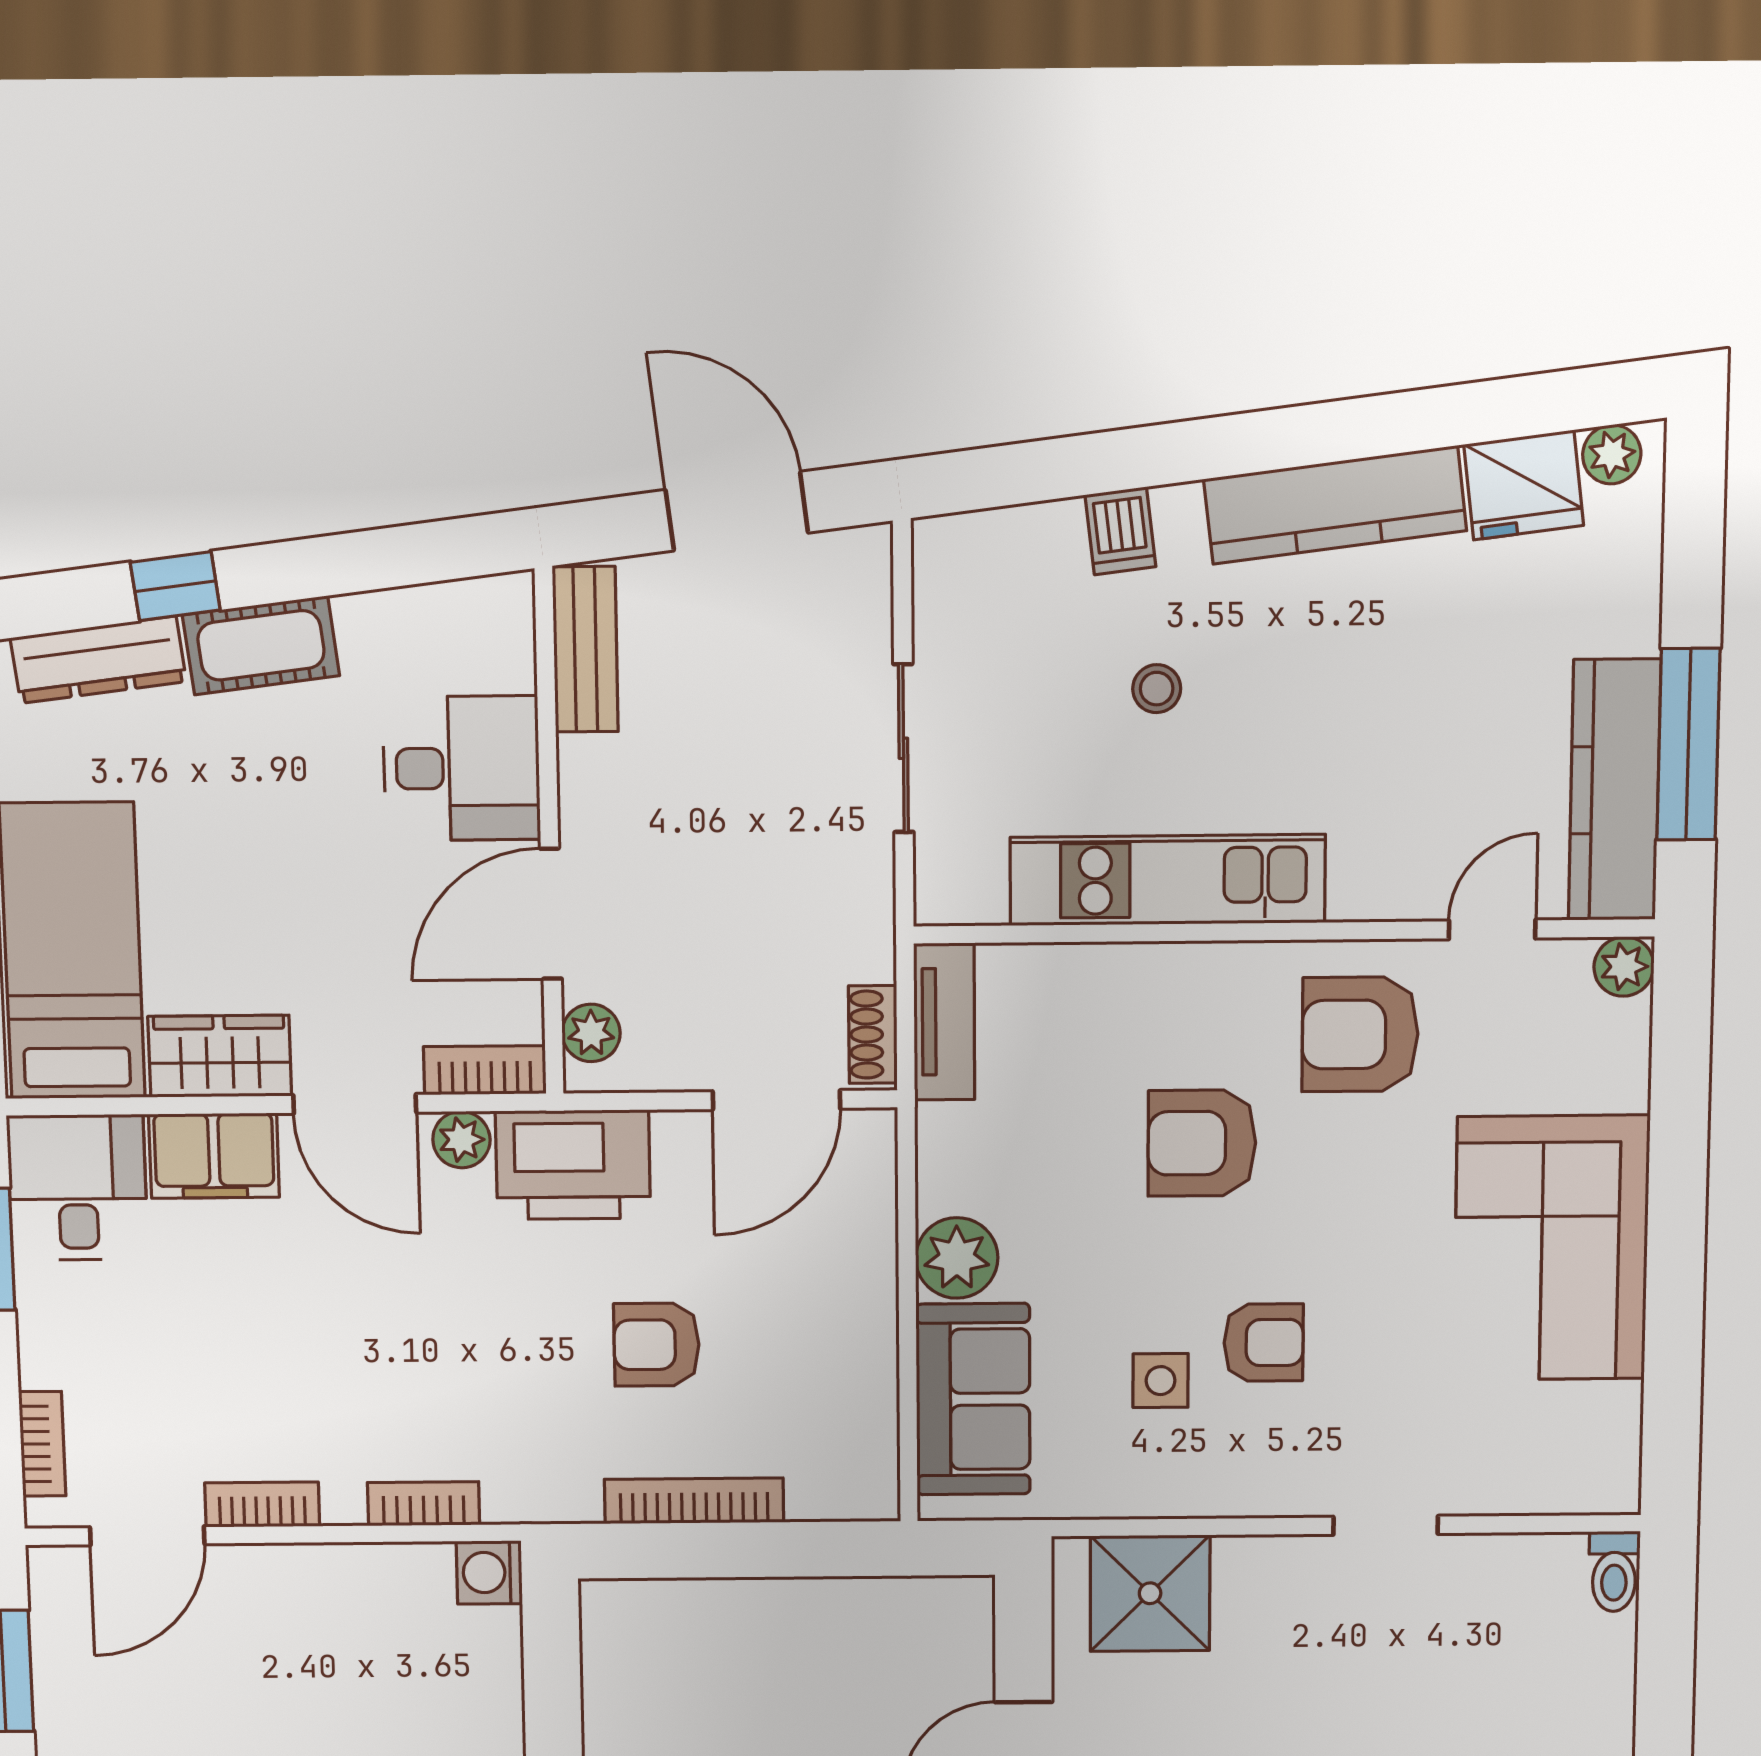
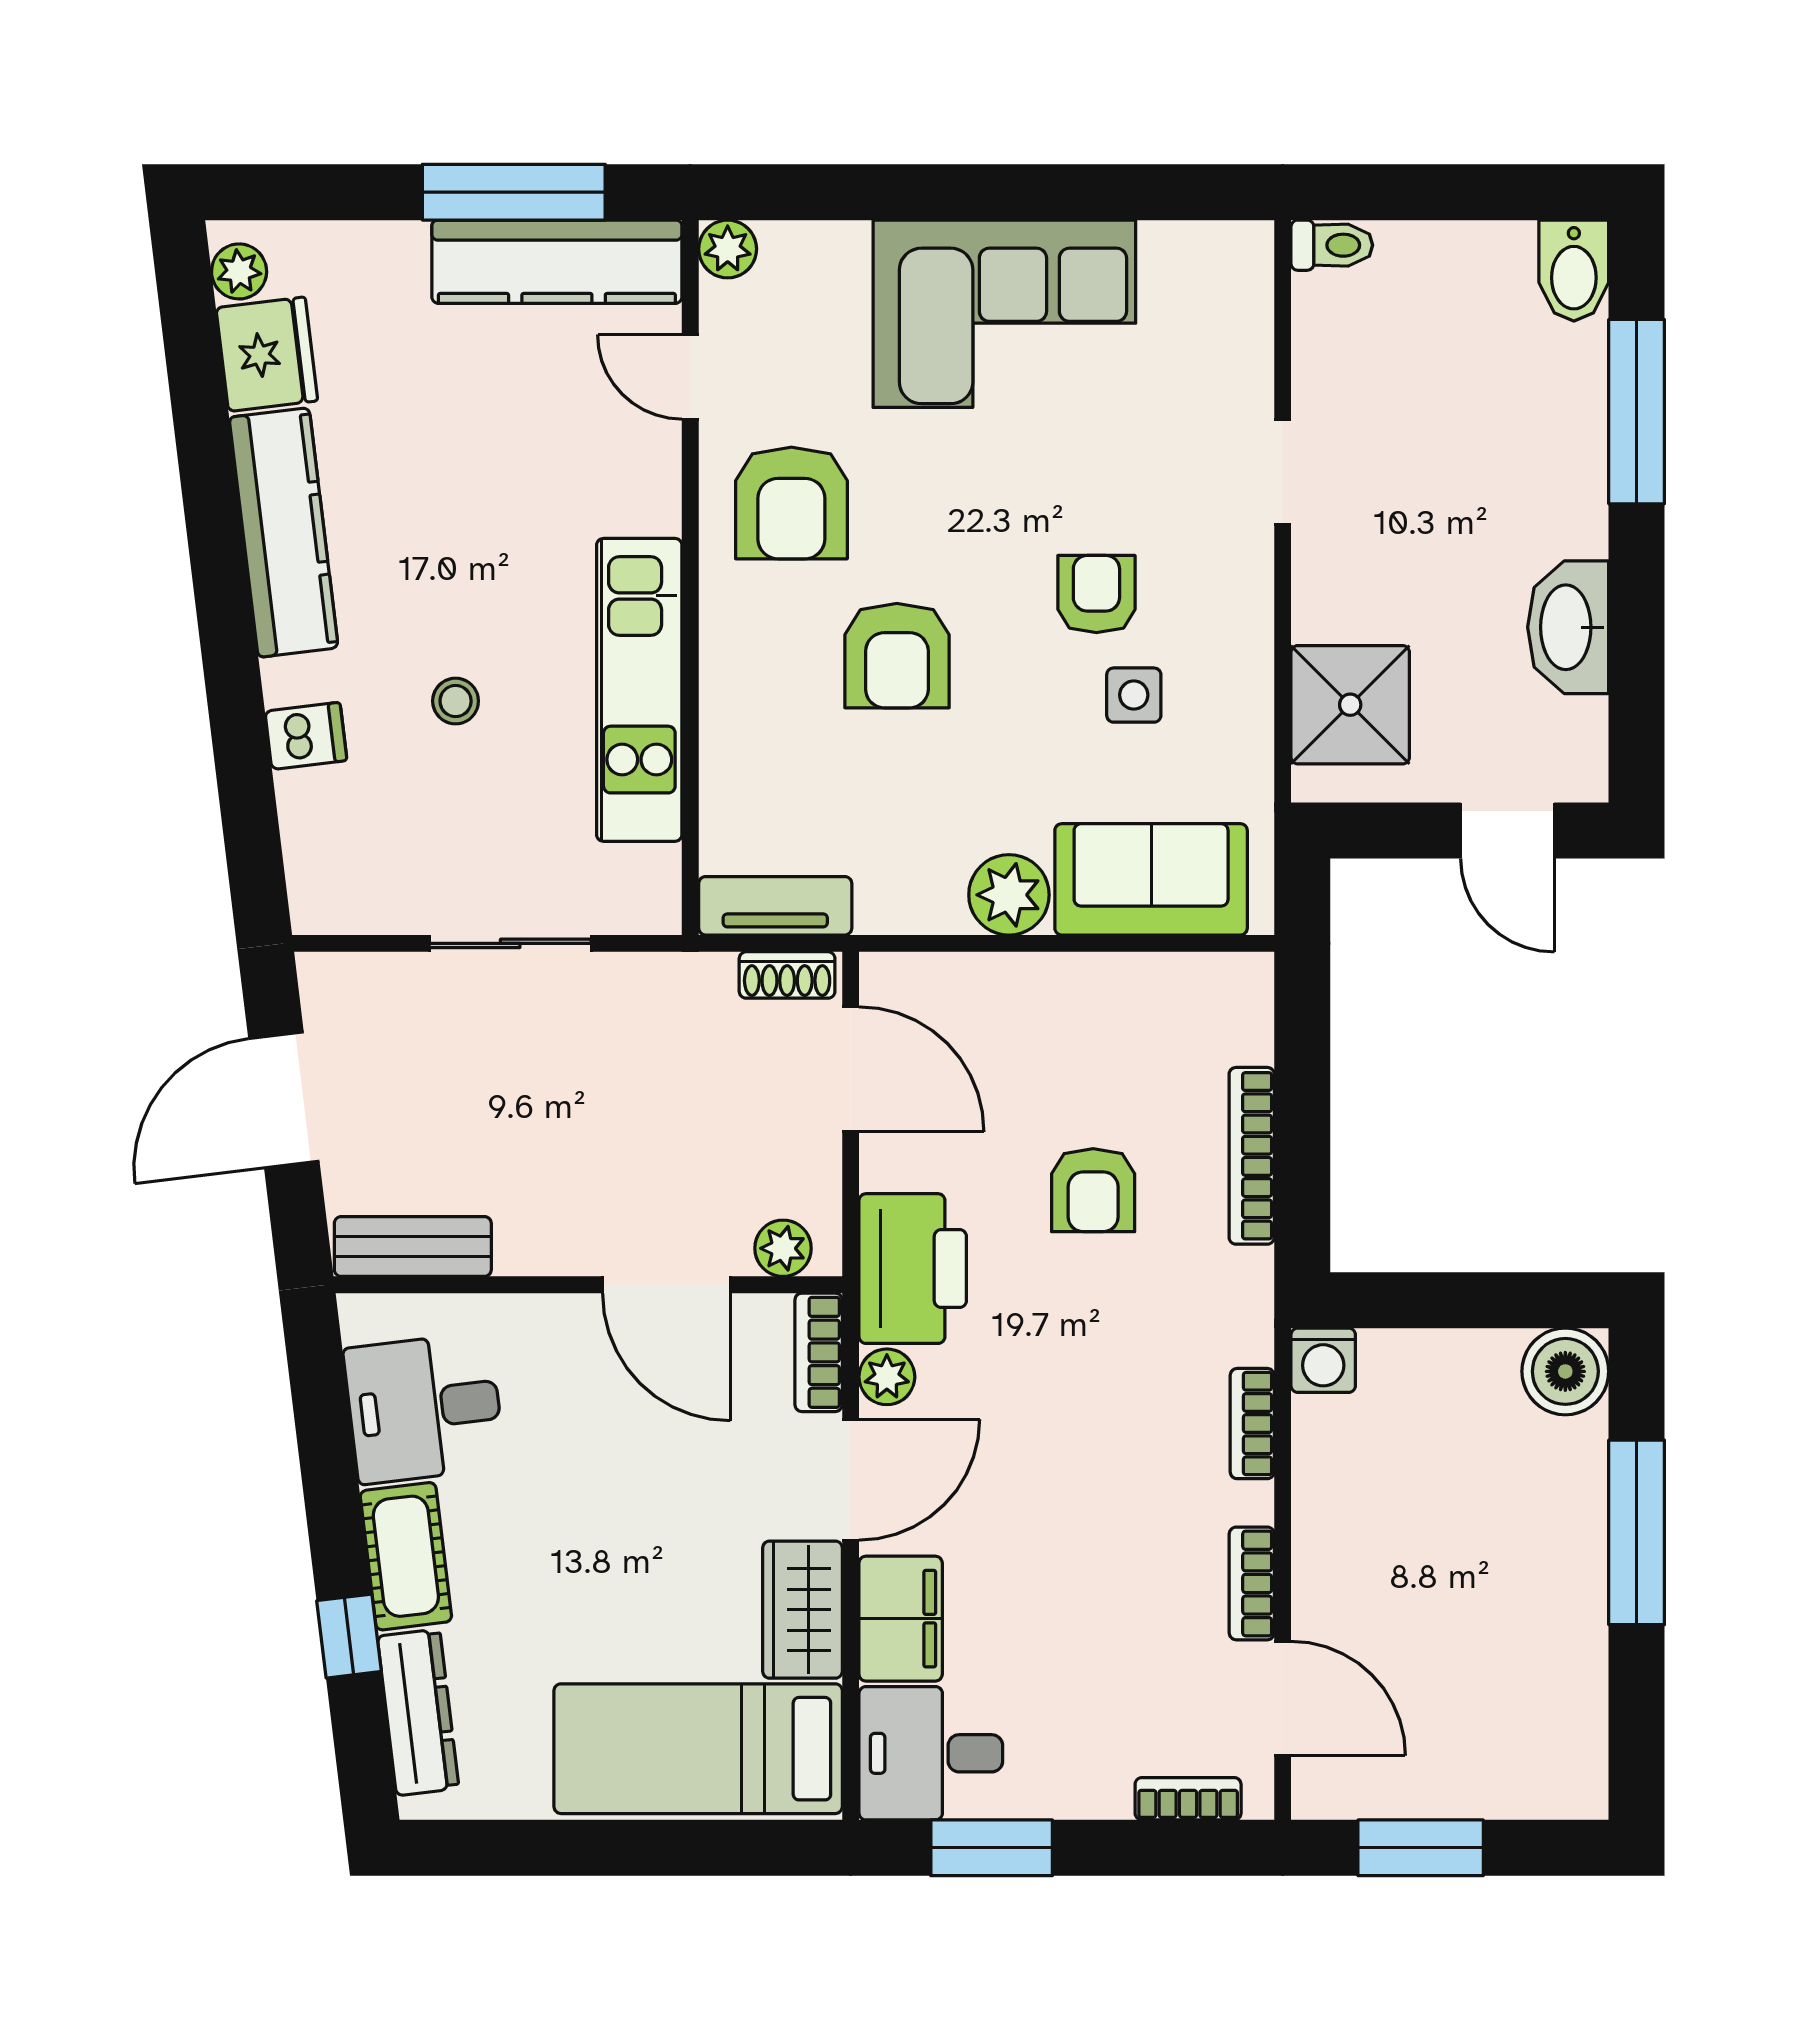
desk: (462, 768) -> (424, 1408), moved, turned -97

